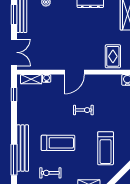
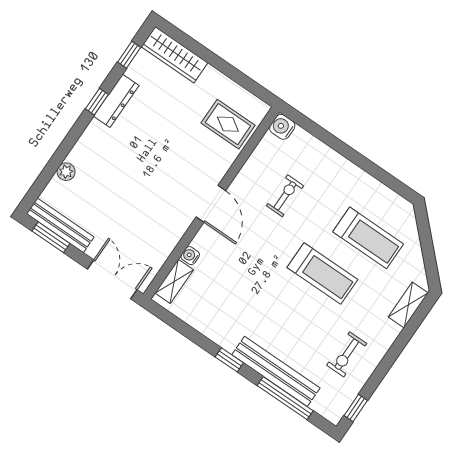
window: (14, 94) -> (229, 360), moved
exercise bike: (83, 110) -> (285, 196), moved
treadmill: (58, 143) -> (322, 274), moved, turned 90

